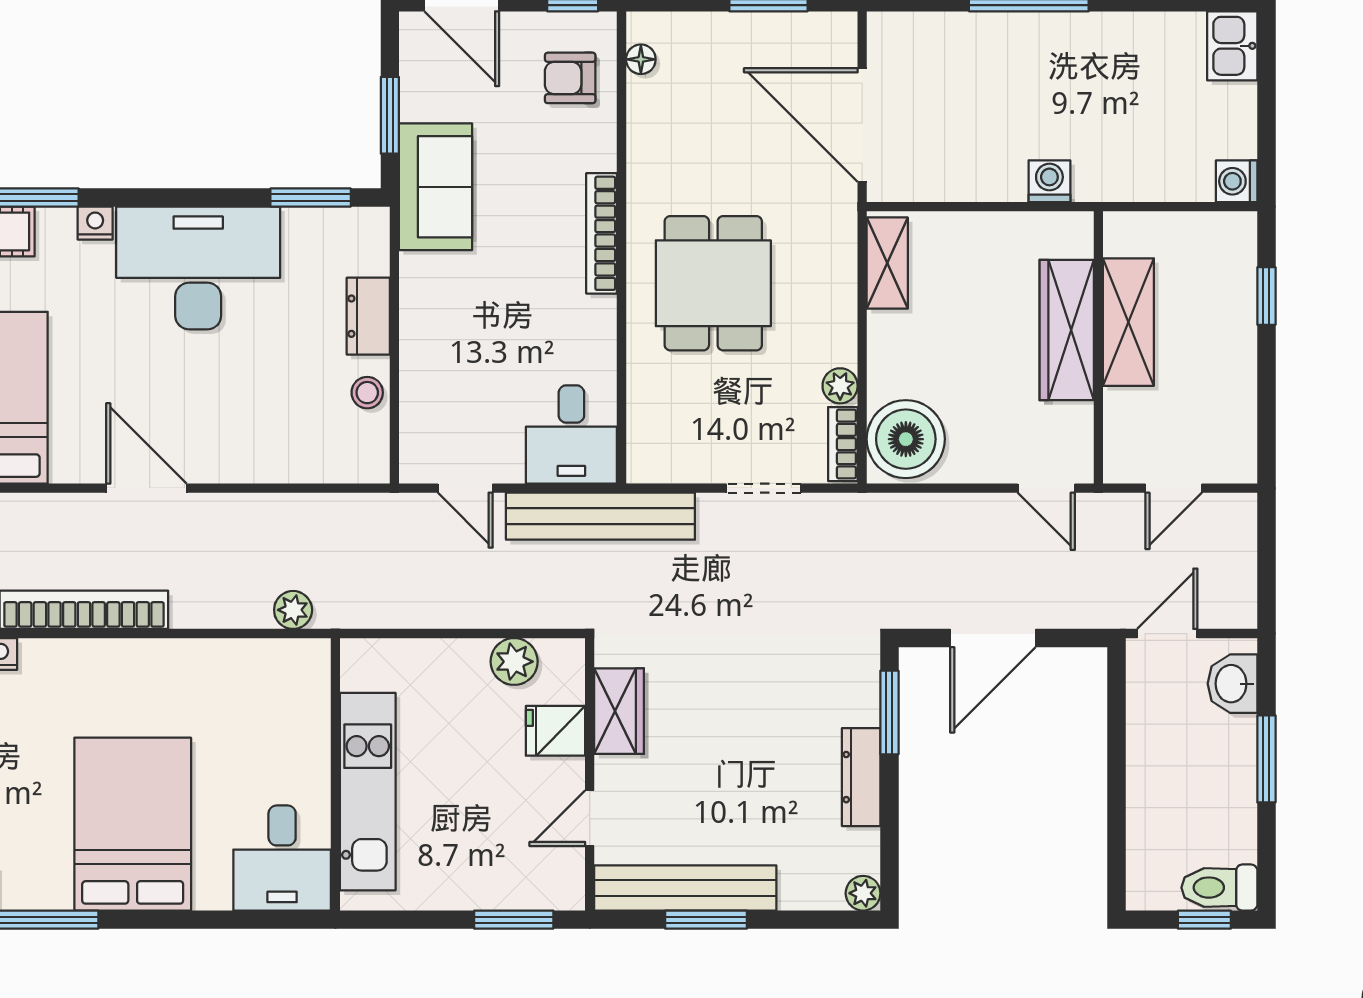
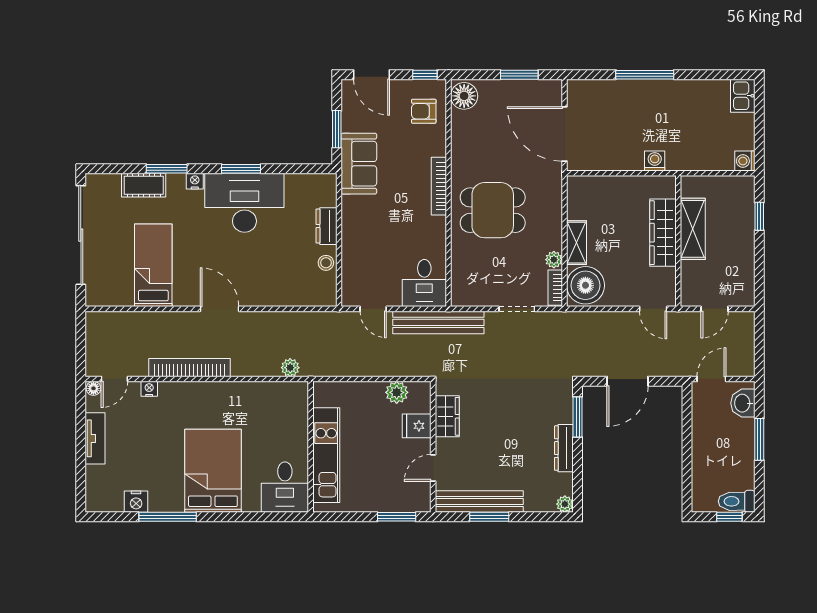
floor lamp: (641, 59) -> (464, 96), width x1.89, depth x1.89
window: (311, 197) -> (241, 169), moved
shelving: (887, 263) -> (577, 243), moved
dining table: (713, 283) -> (493, 210), turned 90

